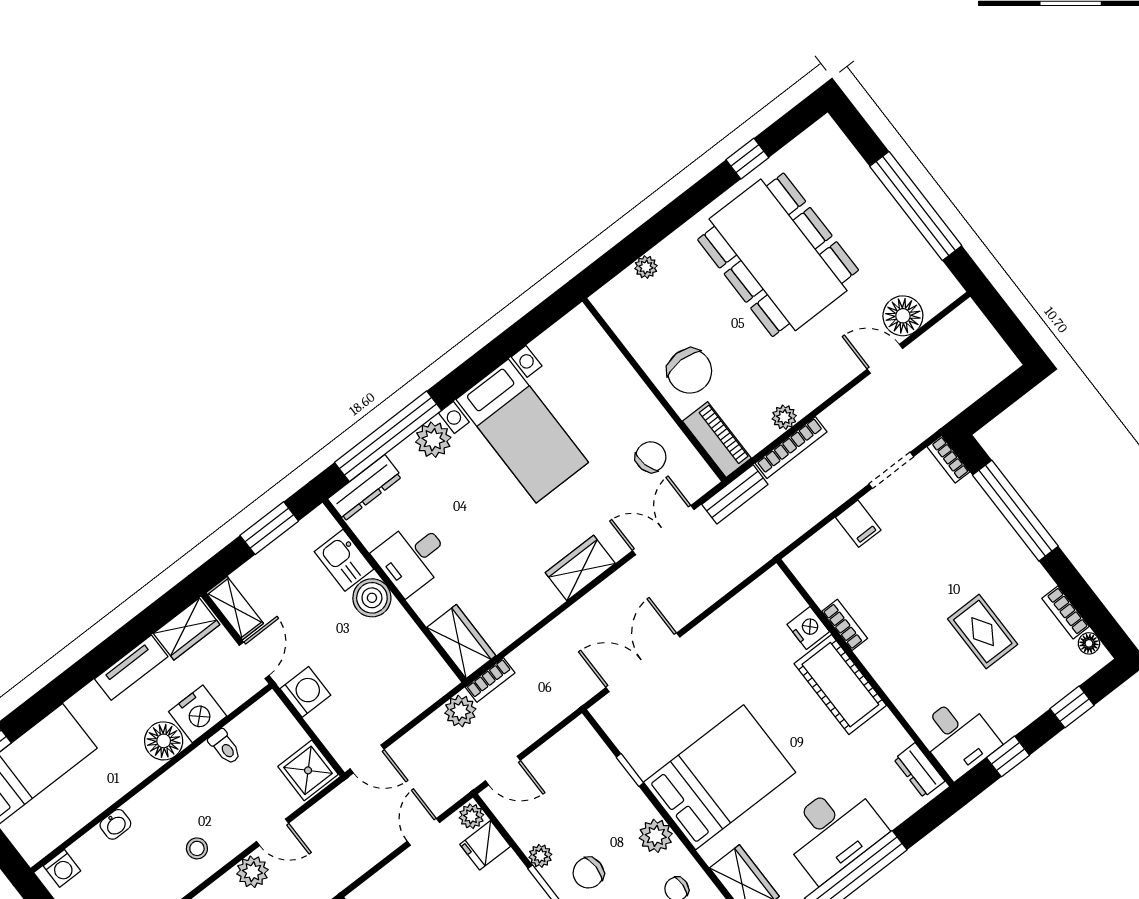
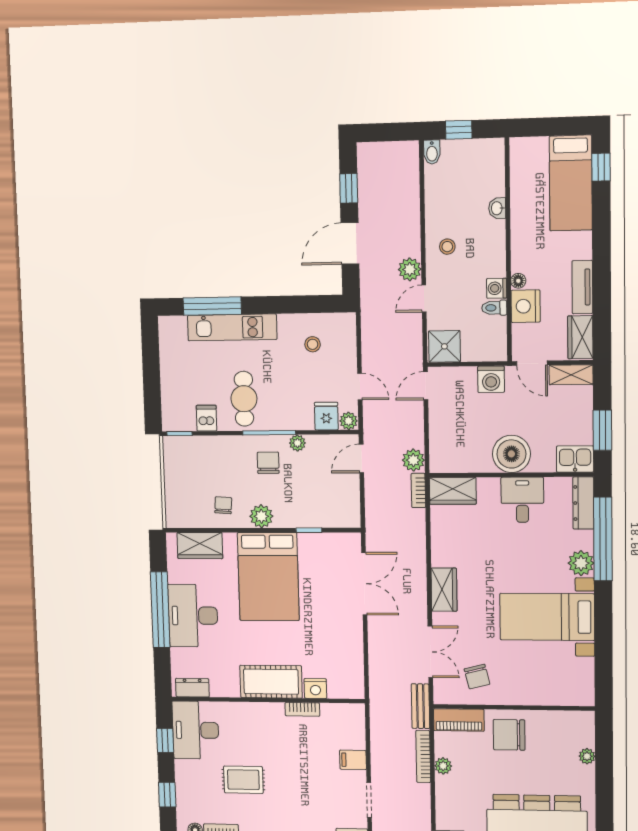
kitchen sink: (344, 560) -> (575, 459), moved
boiler: (372, 598) -> (511, 454), width x1.37, depth x1.37
desk: (958, 737) -> (196, 730), width x1.37
floor lamp: (164, 741) -> (518, 281), width x0.53, depth x0.53
washing machine: (62, 868) -> (497, 288), moved

